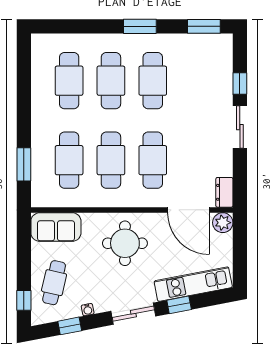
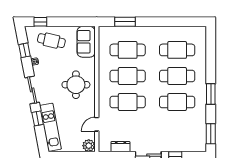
dresser: (224, 192) -> (120, 147), moved
door: (188, 210) -> (97, 124), width x0.53

